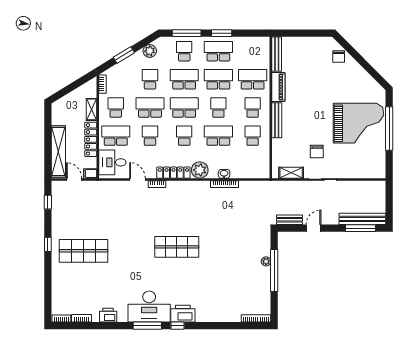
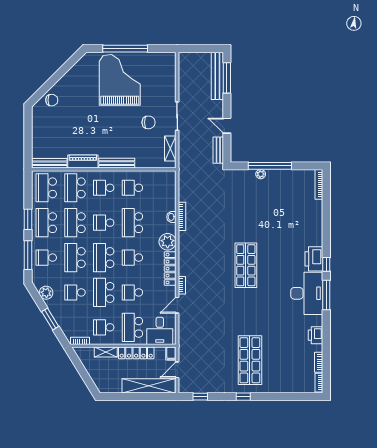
school desk: (253, 51) -> (46, 188), added

